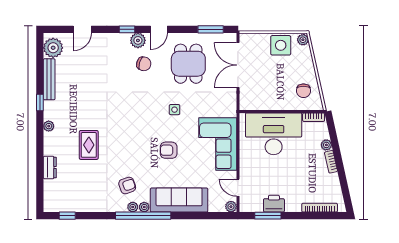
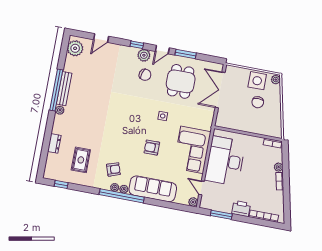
window: (211, 29) -> (186, 54), moved
bench: (49, 79) -> (64, 89), moved
chair: (303, 91) -> (258, 102), moved
window: (40, 102) -> (56, 90), width x3.17
desk: (274, 134) -> (225, 161), moved, turned -90
rug: (89, 145) -> (81, 160), moved
printer: (274, 204) -> (241, 209), moved

